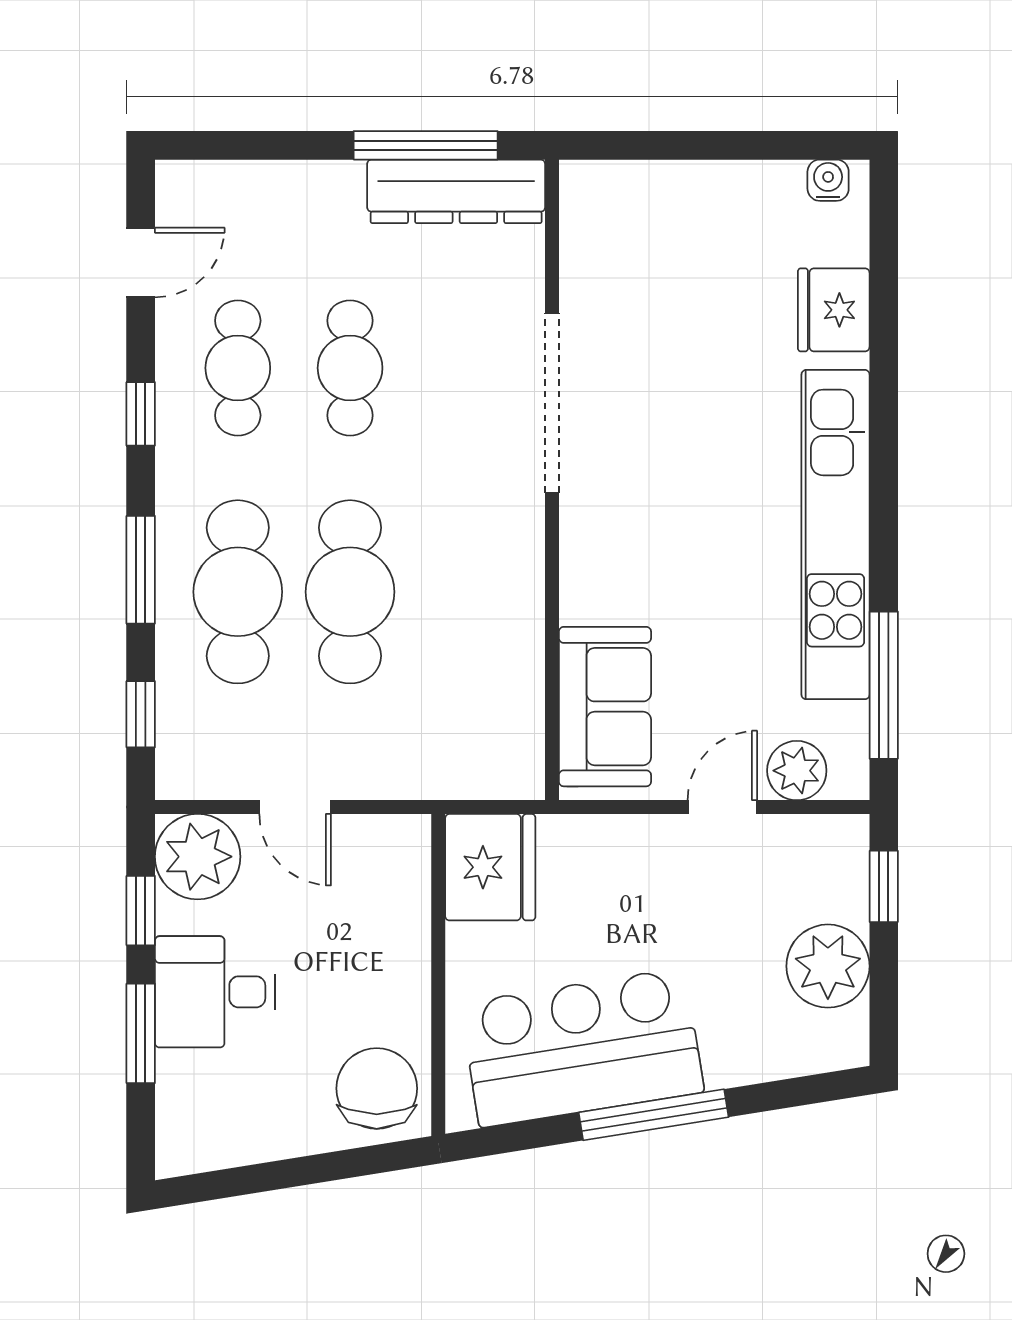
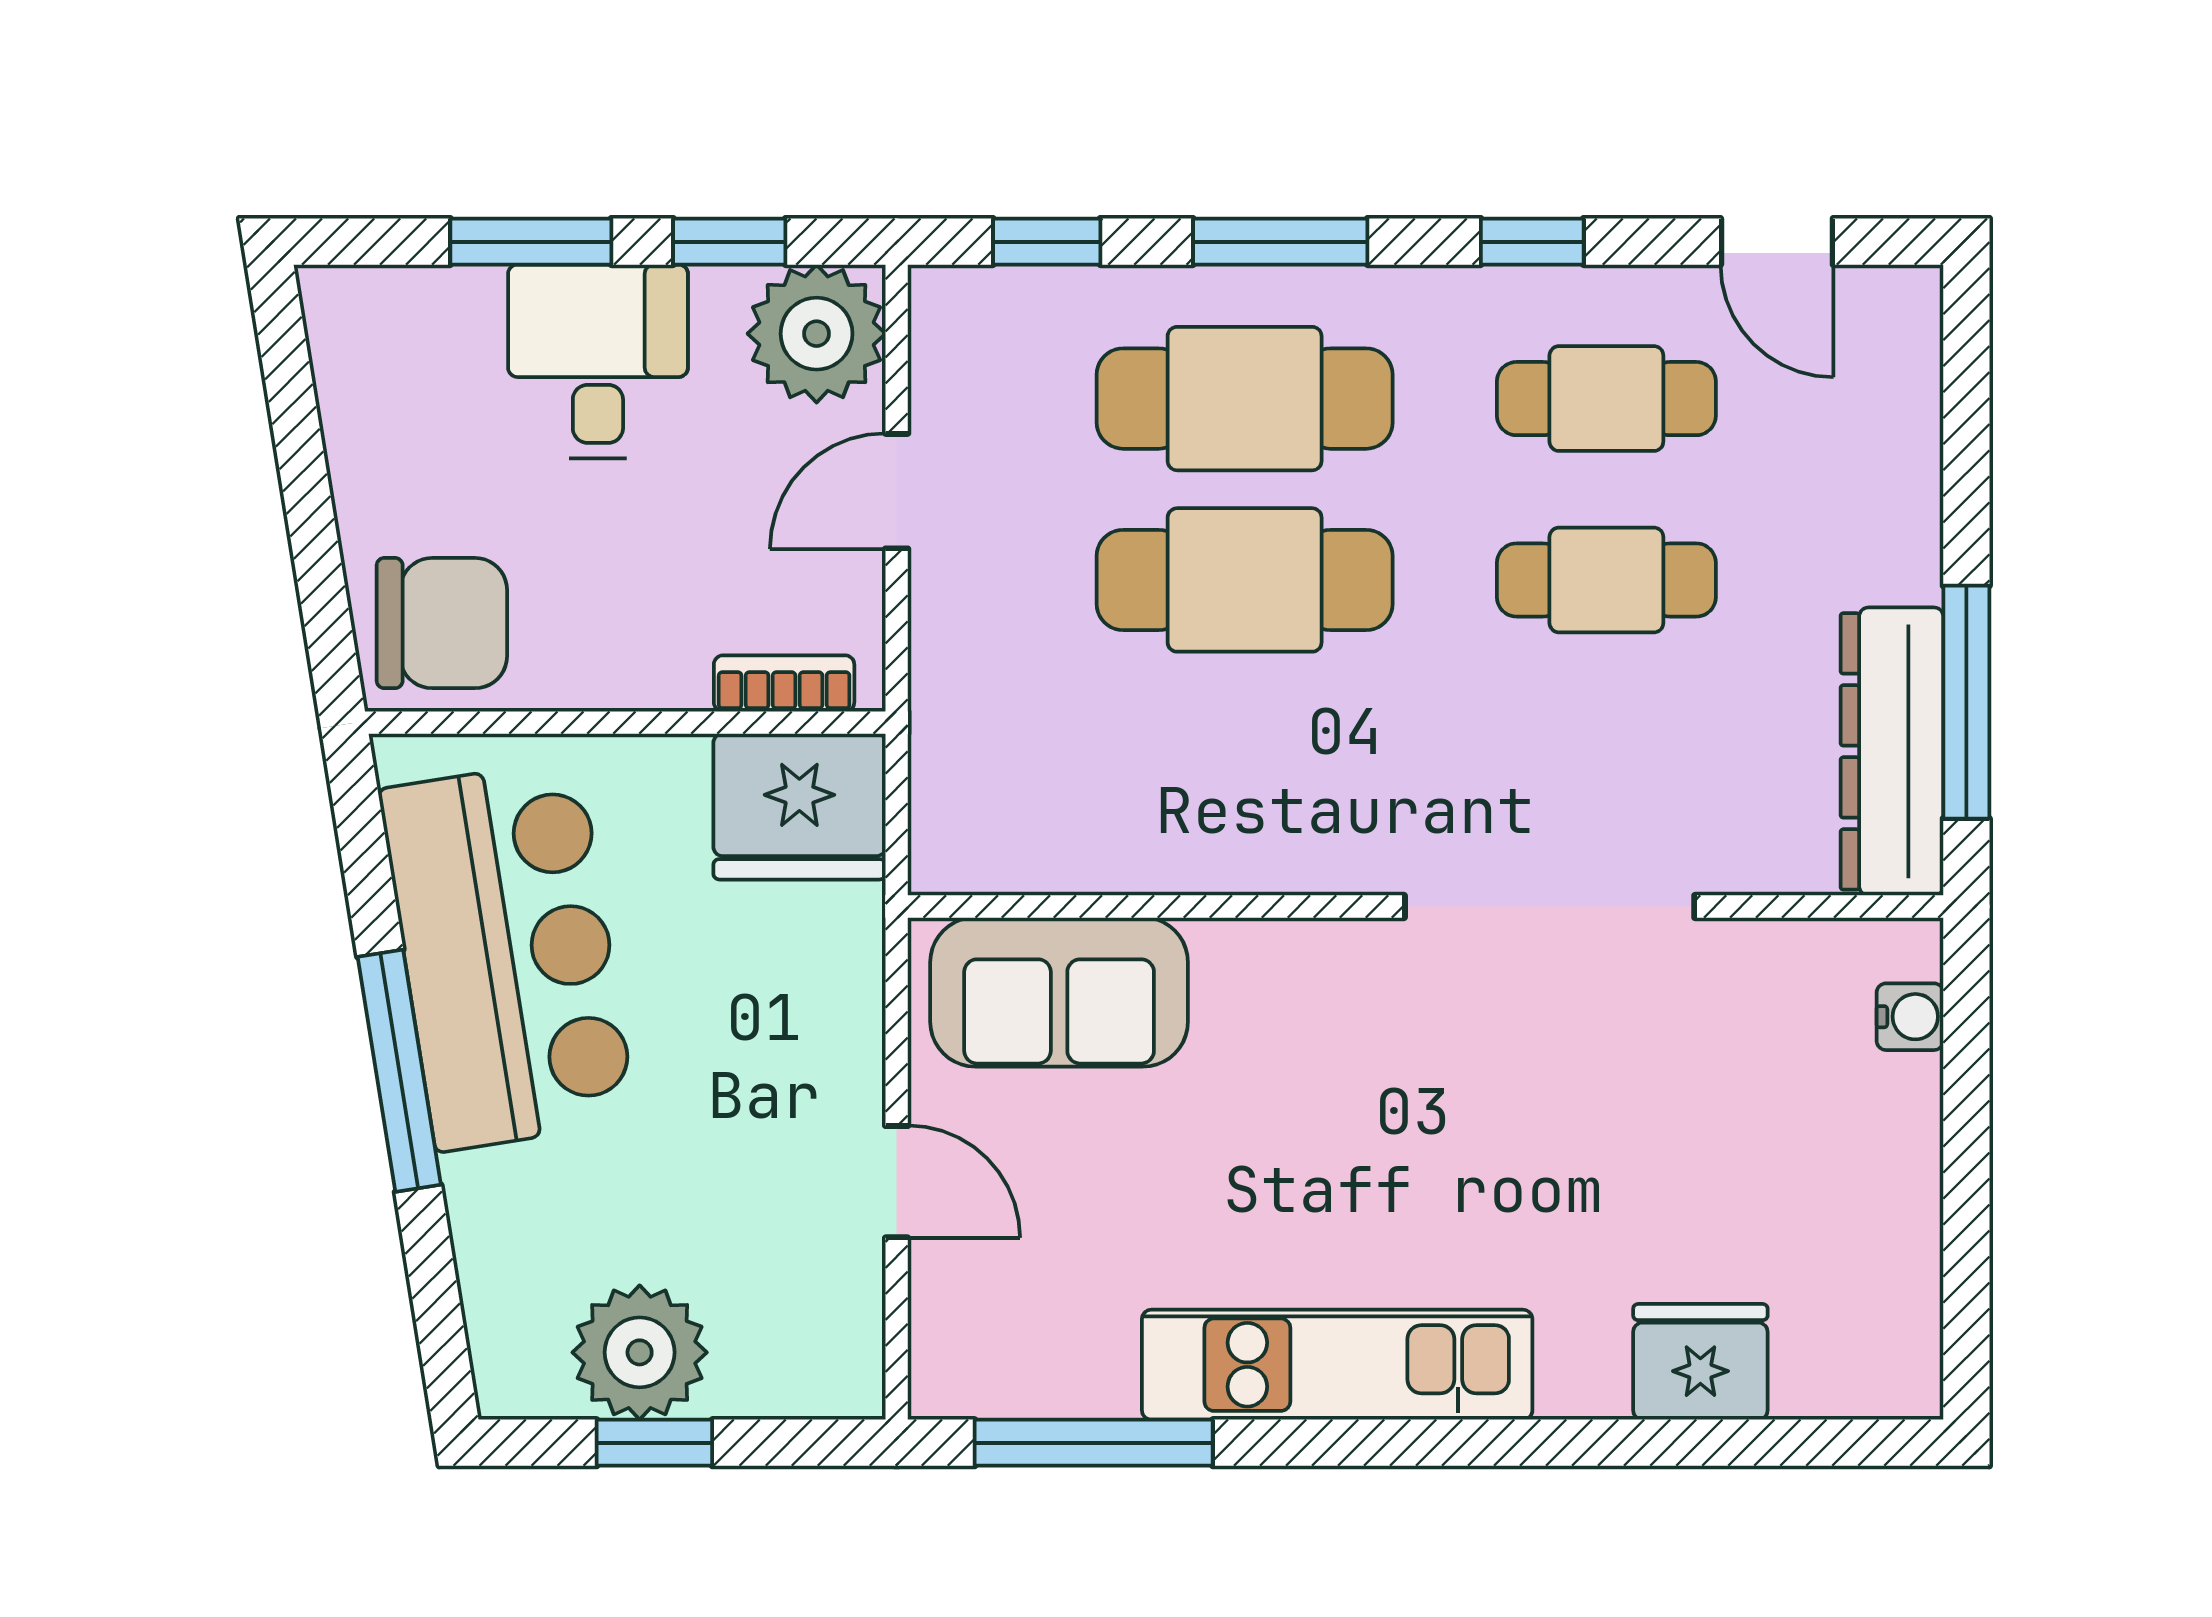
water cooler: (828, 180) -> (1910, 1017), moved
kitchen unit: (835, 535) -> (1337, 1365), width x0.73
plant: (797, 771) -> (956, 1302), removed
bookcase: (414, 877) -> (784, 683), added
window: (884, 886) -> (654, 1443), moved

